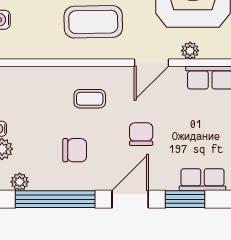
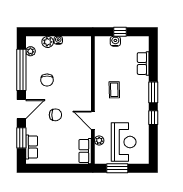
coffee table: (93, 22) -> (114, 90), width x0.54, depth x0.58
coffee table: (90, 99) -> (74, 88), removed
door: (130, 199) -> (21, 109), hinge flipped

